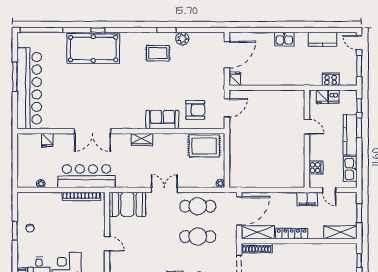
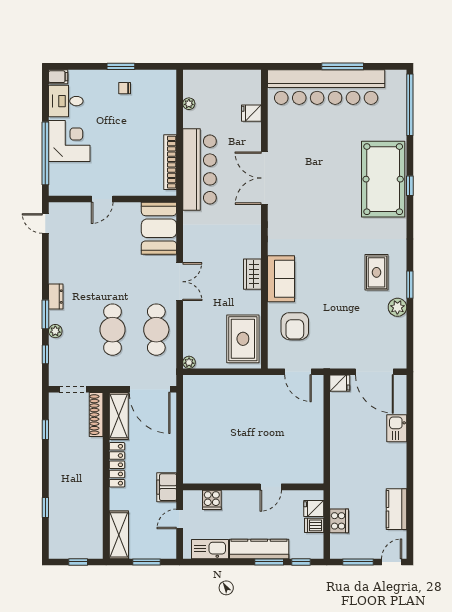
kitchen sink: (284, 39) -> (397, 428), moved
wardrobe: (142, 139) -> (252, 274), moved

